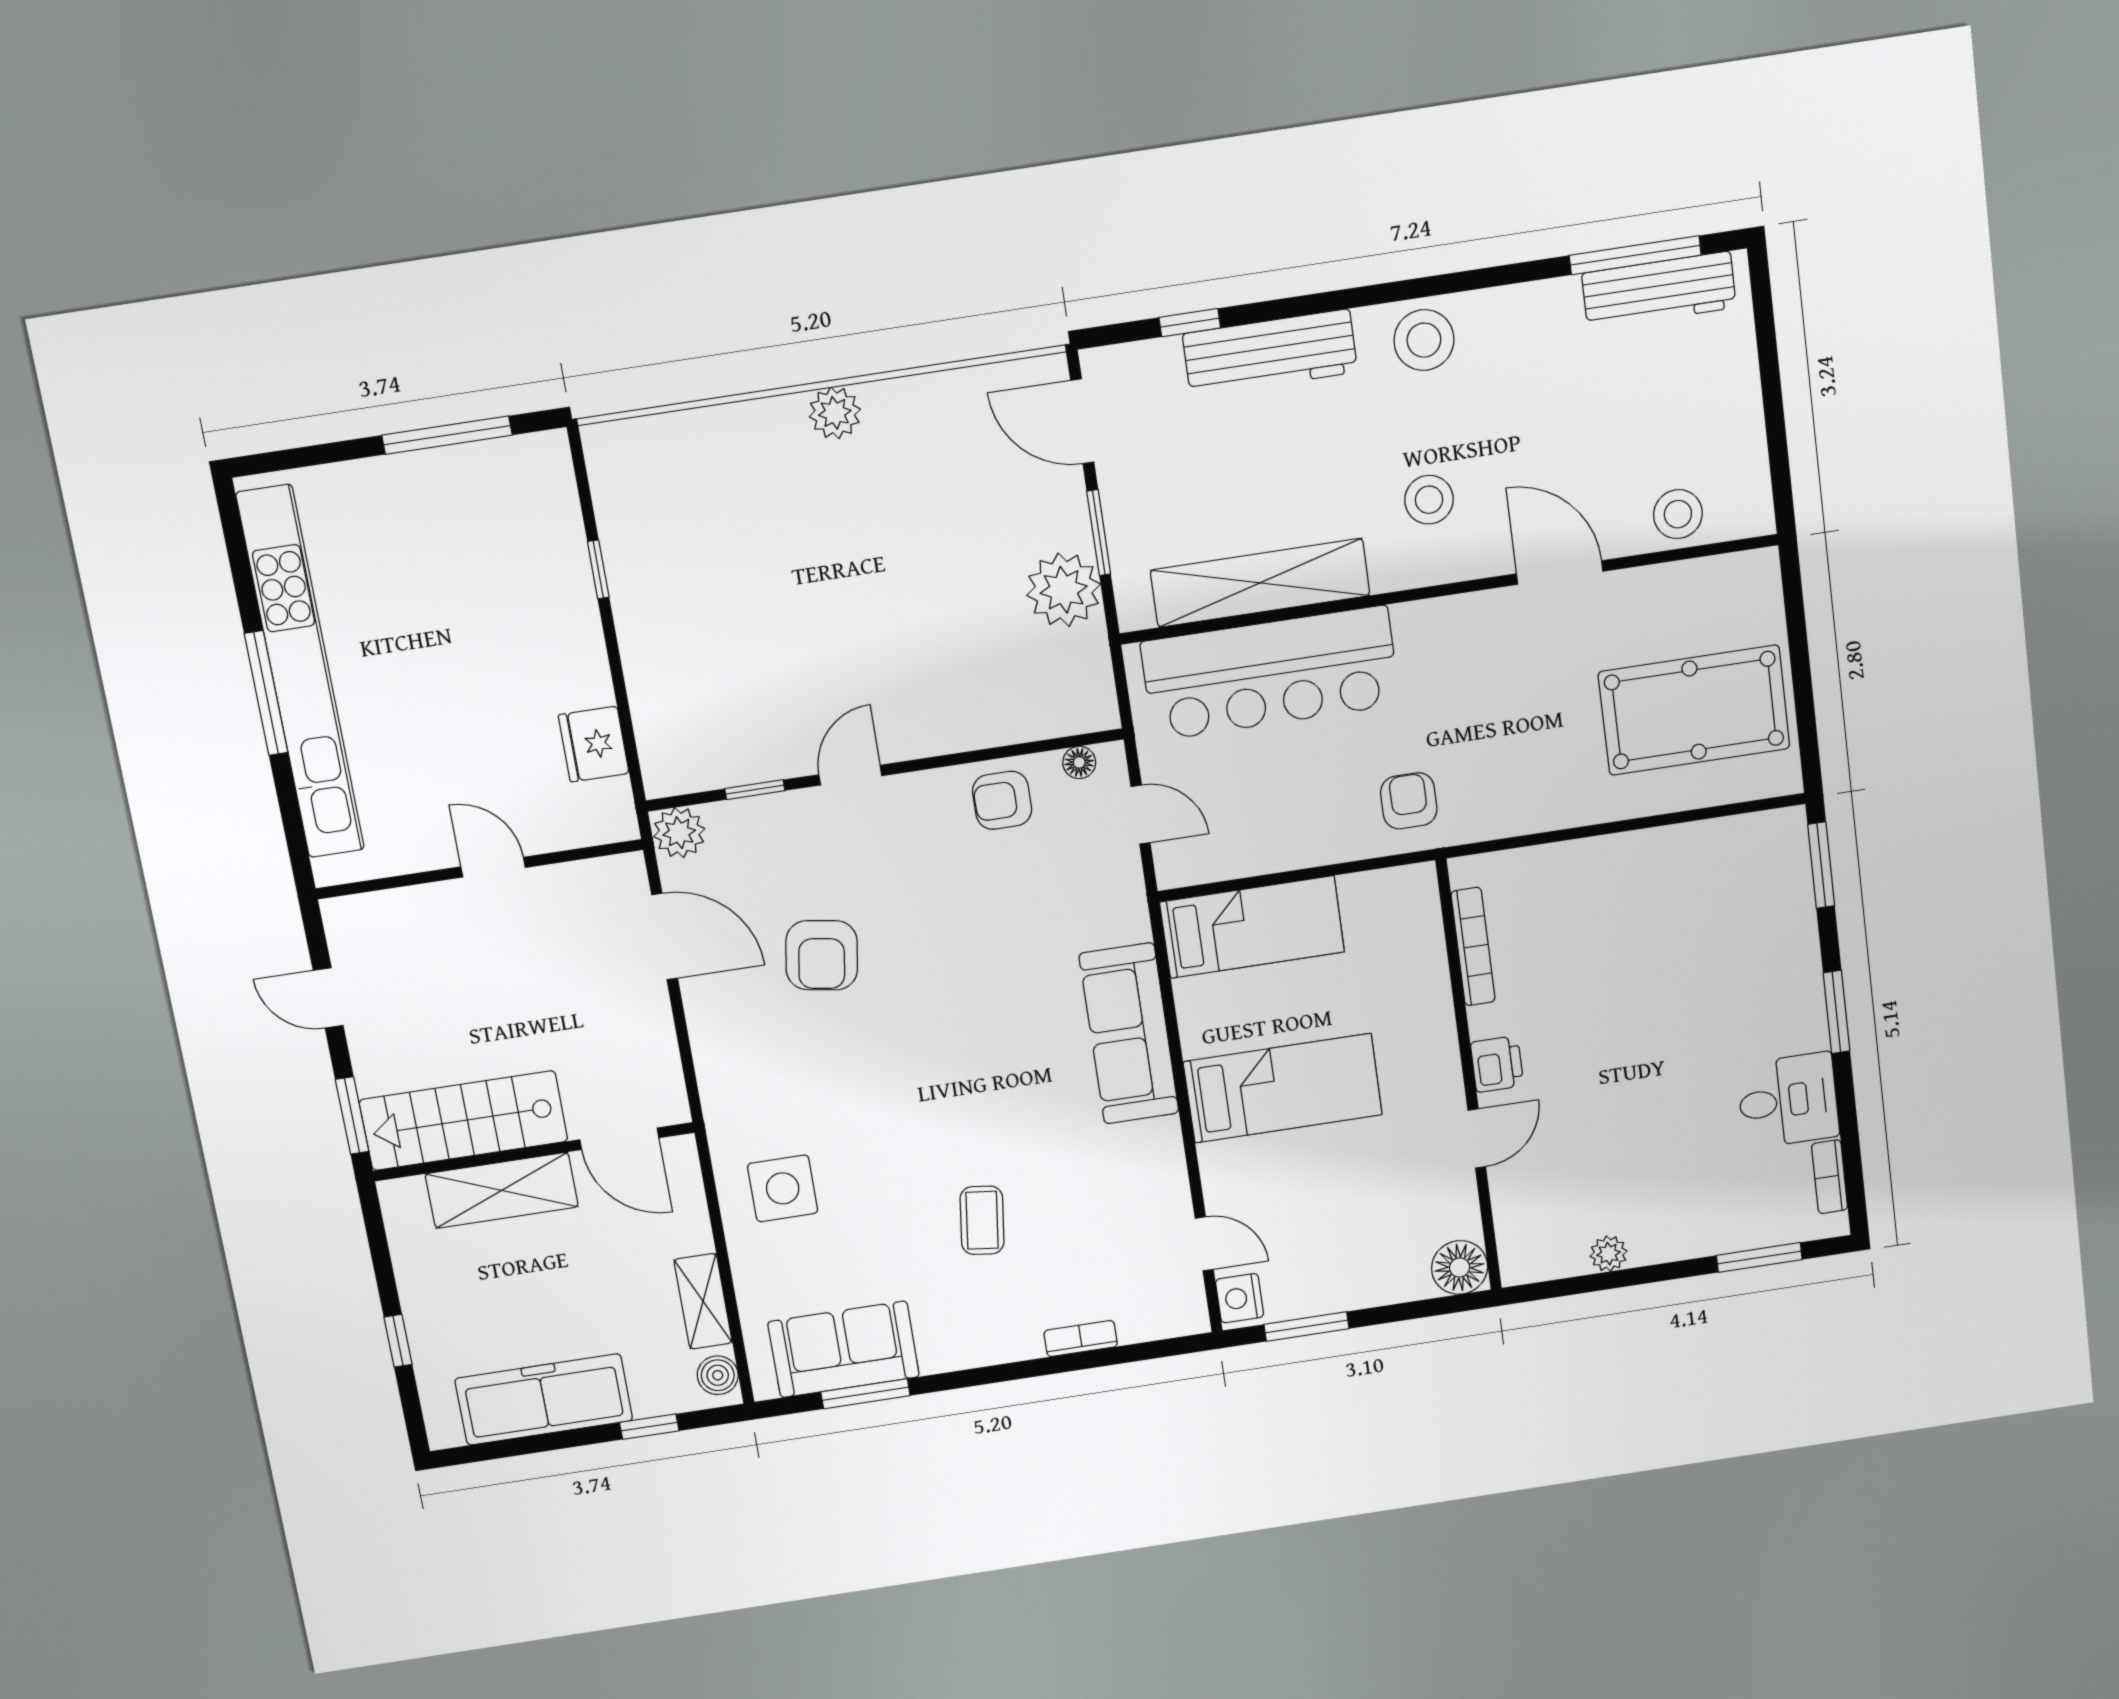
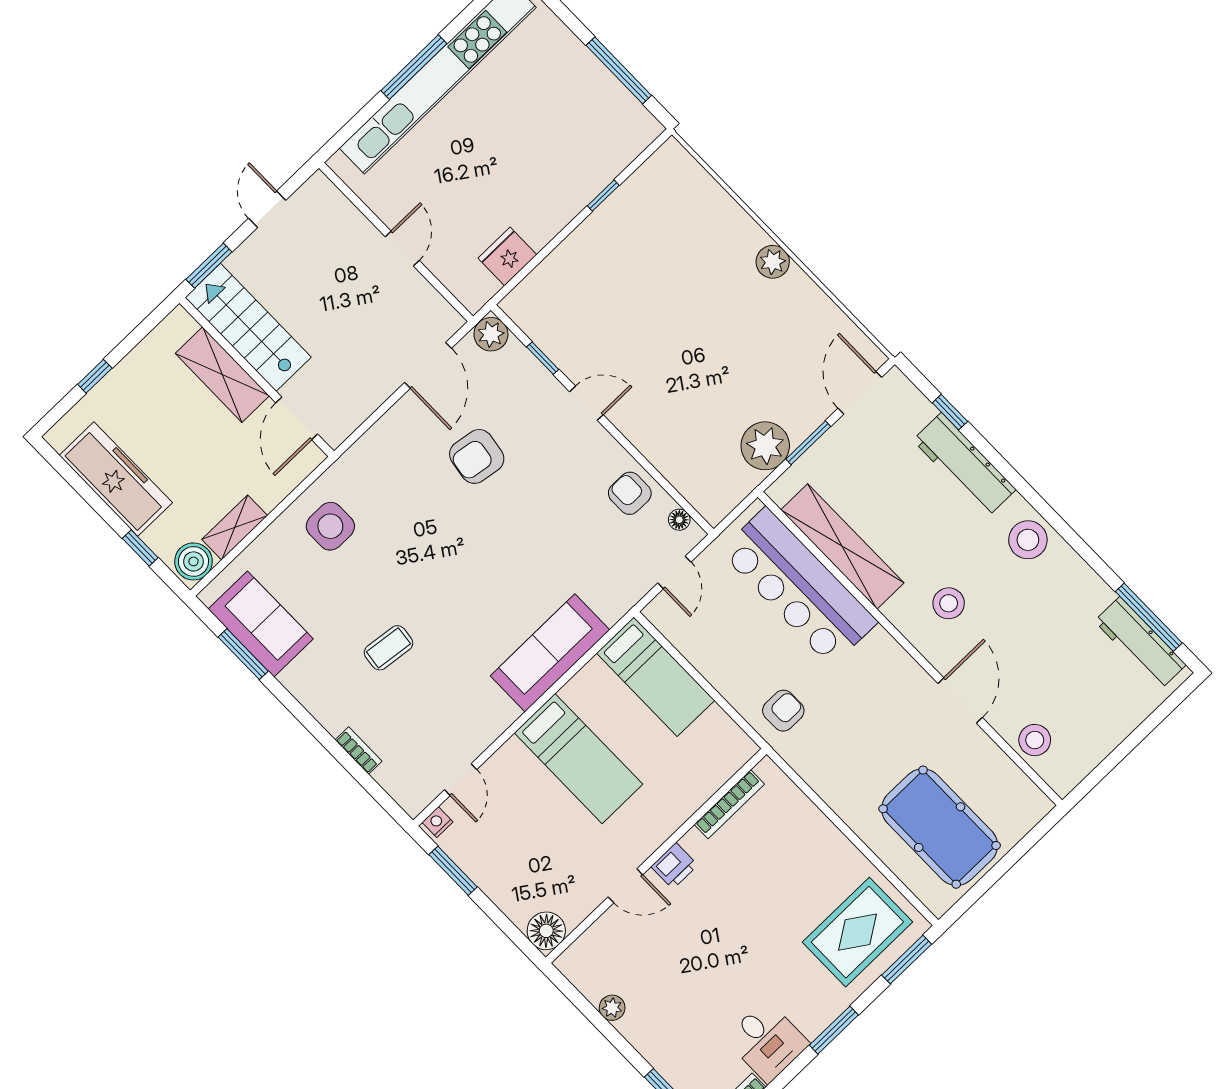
rug: (1743, 901) -> (857, 932), added
nightstand: (1240, 1298) -> (438, 822), width x0.72, depth x0.74
boiler: (718, 1375) -> (193, 561), width x1.36, depth x1.36

